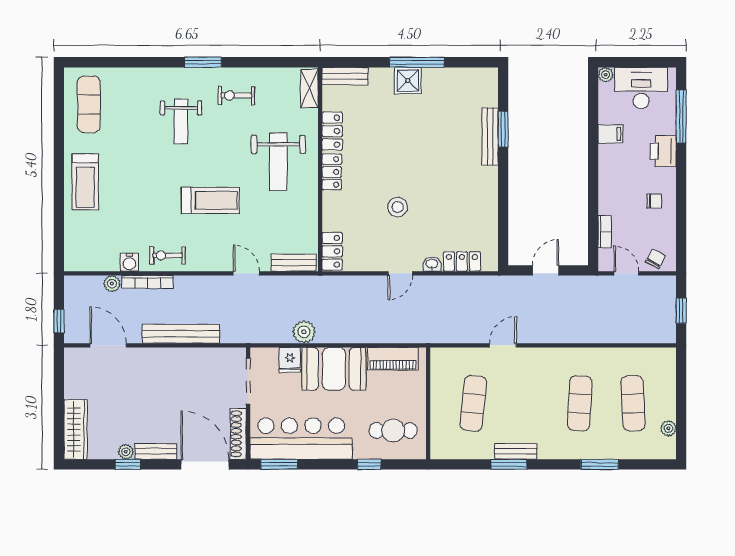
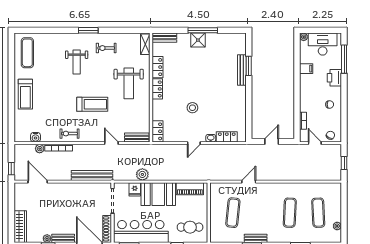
water cooler: (129, 262) -> (35, 137), moved
bench: (181, 334) -> (92, 175), moved

